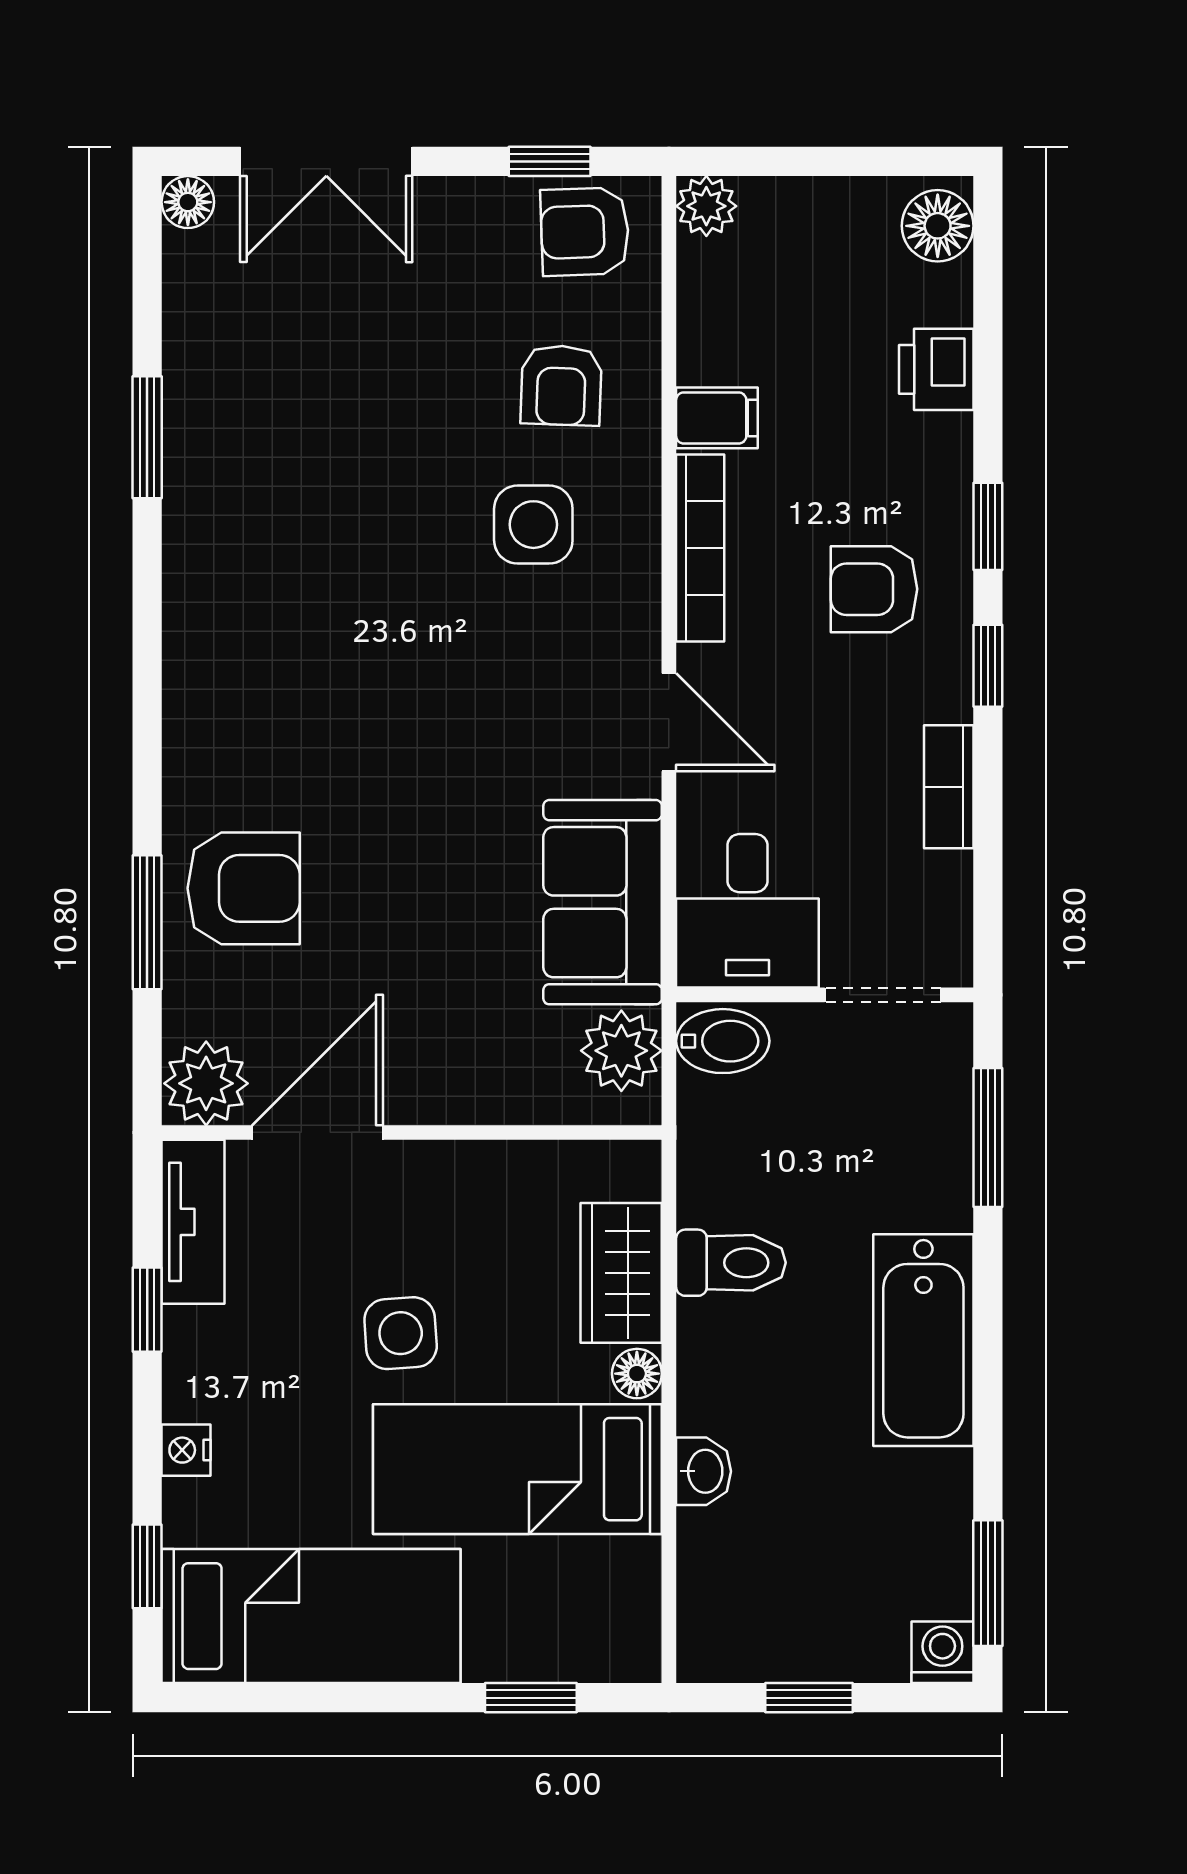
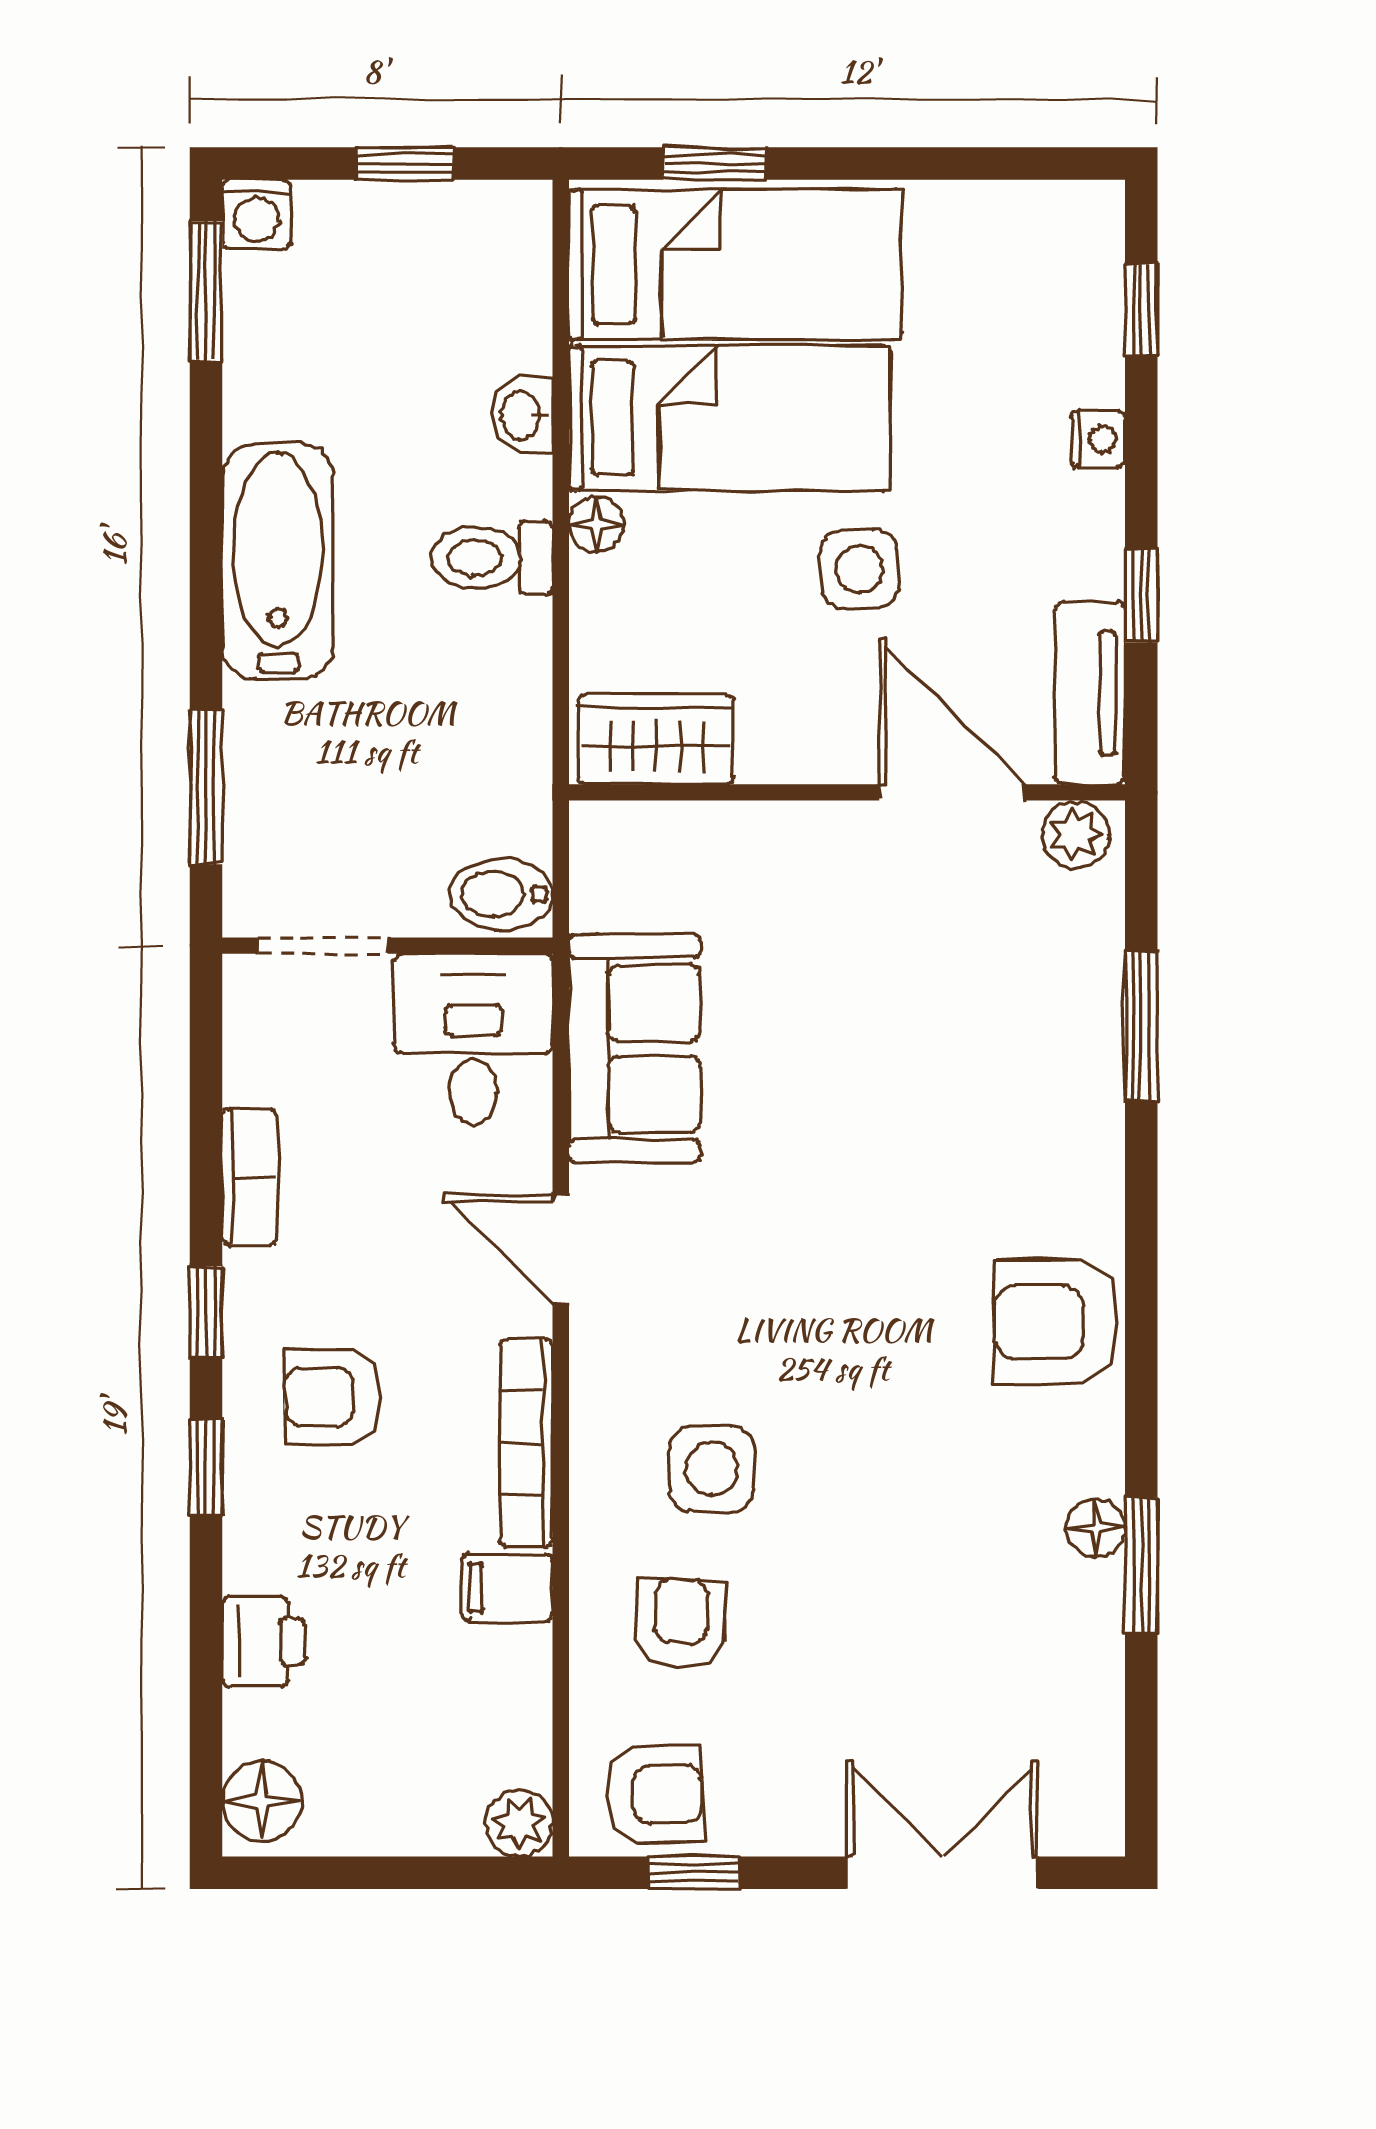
floor lamp: (188, 202) -> (1096, 1528), moved
armchair: (874, 589) -> (333, 1397), turned 180
armchair: (244, 888) -> (1056, 1322), moved
plant: (621, 1051) -> (614, 883), removed
plant: (206, 1083) -> (1076, 834), width x0.73, depth x0.73
door: (317, 1132) -> (952, 792), swing flipped
toilet: (731, 1263) -> (492, 558), moved
wardrobe: (621, 1273) -> (656, 739), moved, turned -90
bed: (311, 1616) -> (735, 265), moved, turned 180

